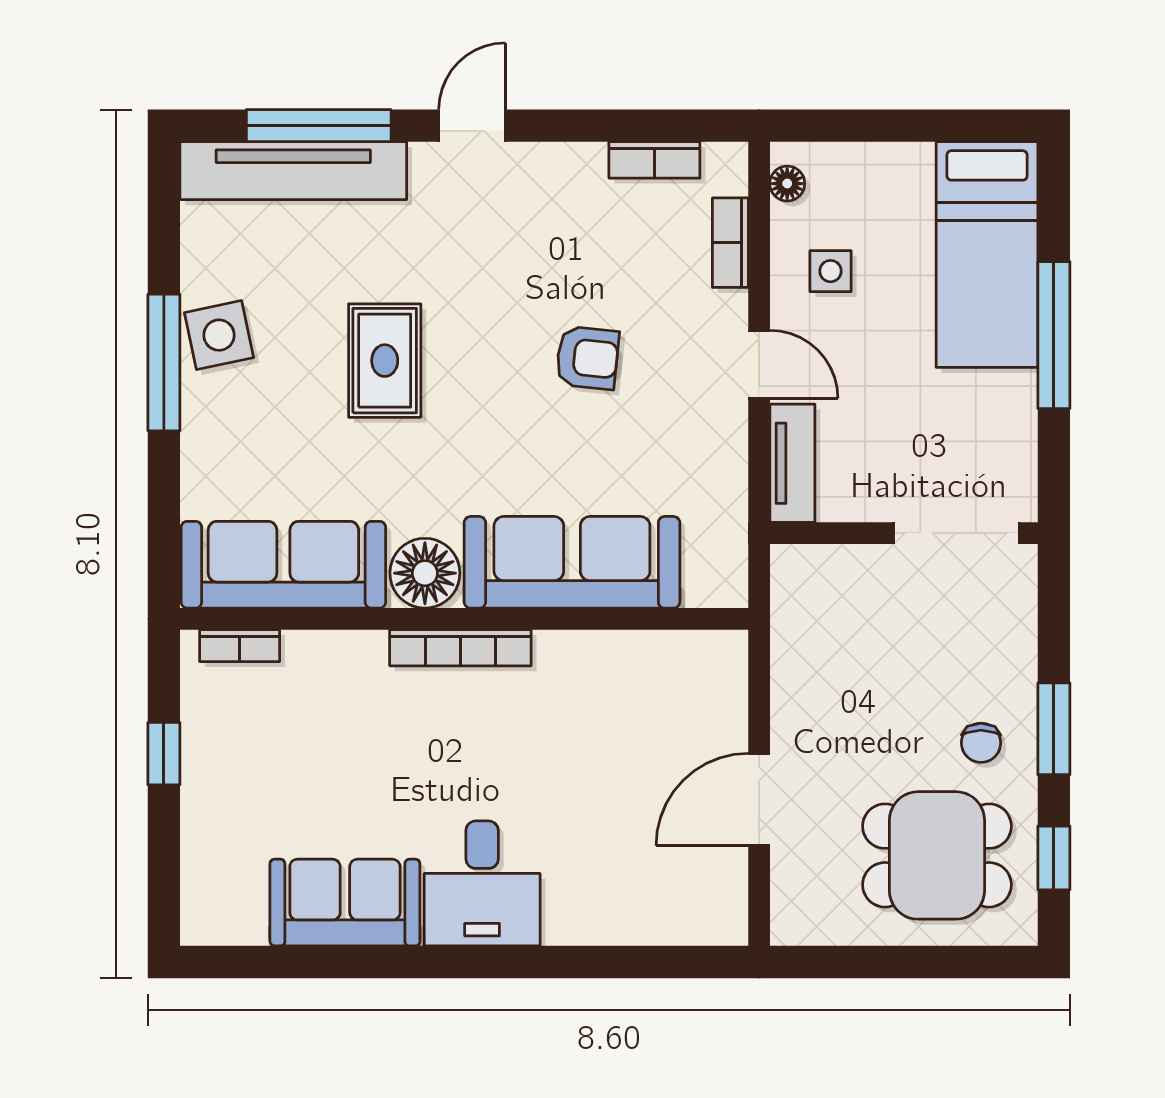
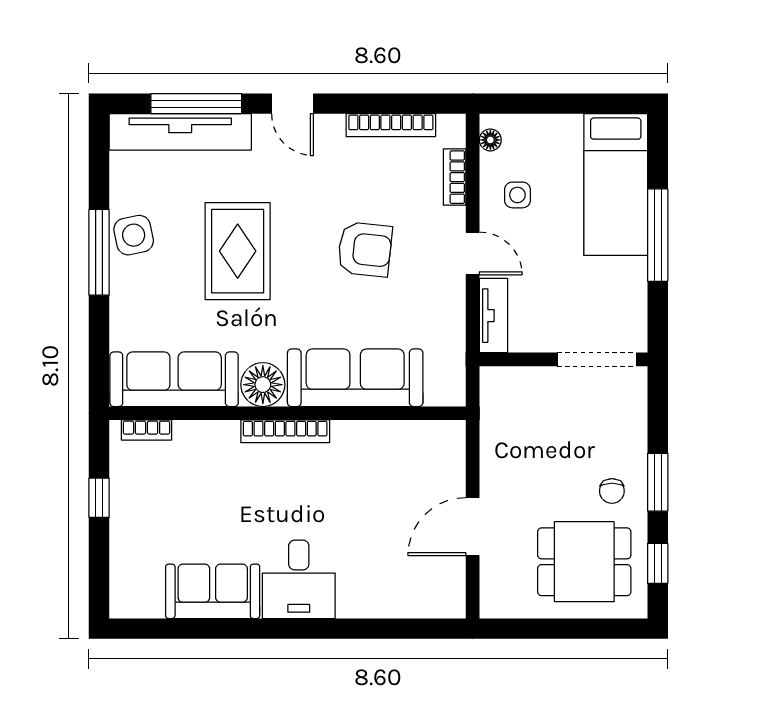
door: (472, 126) -> (292, 104), swing flipped
bookcase: (654, 160) -> (391, 125), width x1.56
armchair: (587, 358) -> (365, 249), width x1.38, depth x1.38
rug: (385, 361) -> (238, 251), width x1.36, depth x1.43

